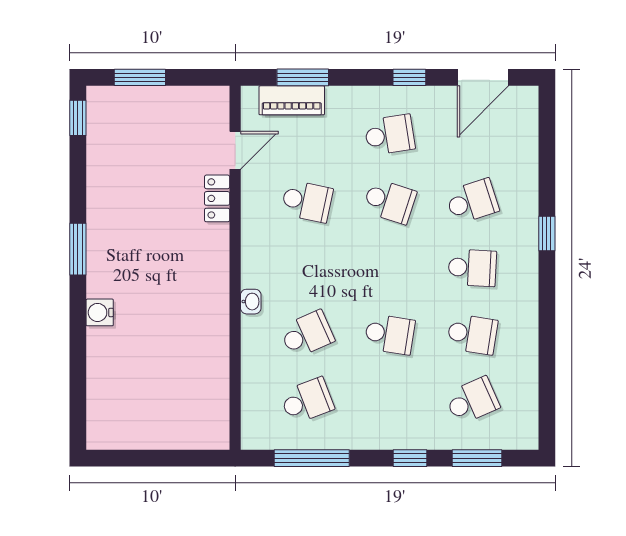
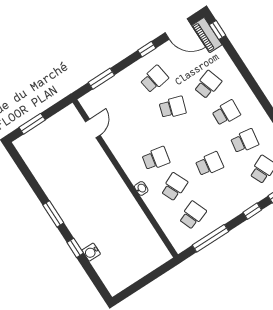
door: (483, 77) -> (178, 29), hinge flipped
piano: (292, 100) -> (207, 35), moved, turned 90
window: (78, 118) -> (75, 248), moved
locker: (217, 198) -> (98, 154), removed
school desk: (307, 201) -> (156, 159), moved
window: (547, 234) -> (217, 30), moved
water cooler: (100, 312) -> (91, 252), moved

